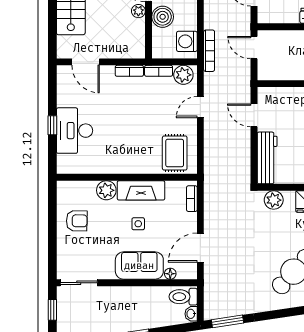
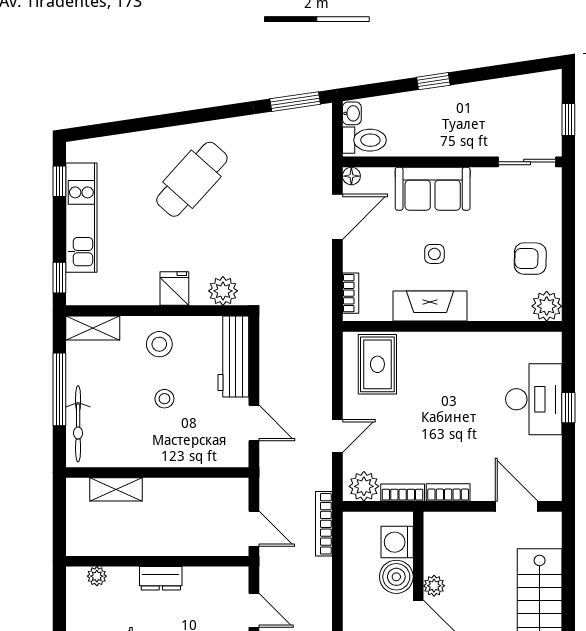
washing machine: (187, 41) -> (397, 542), moved, turned 180
plant: (106, 190) -> (547, 306), moved
floor lamp: (170, 274) -> (351, 176), moved

